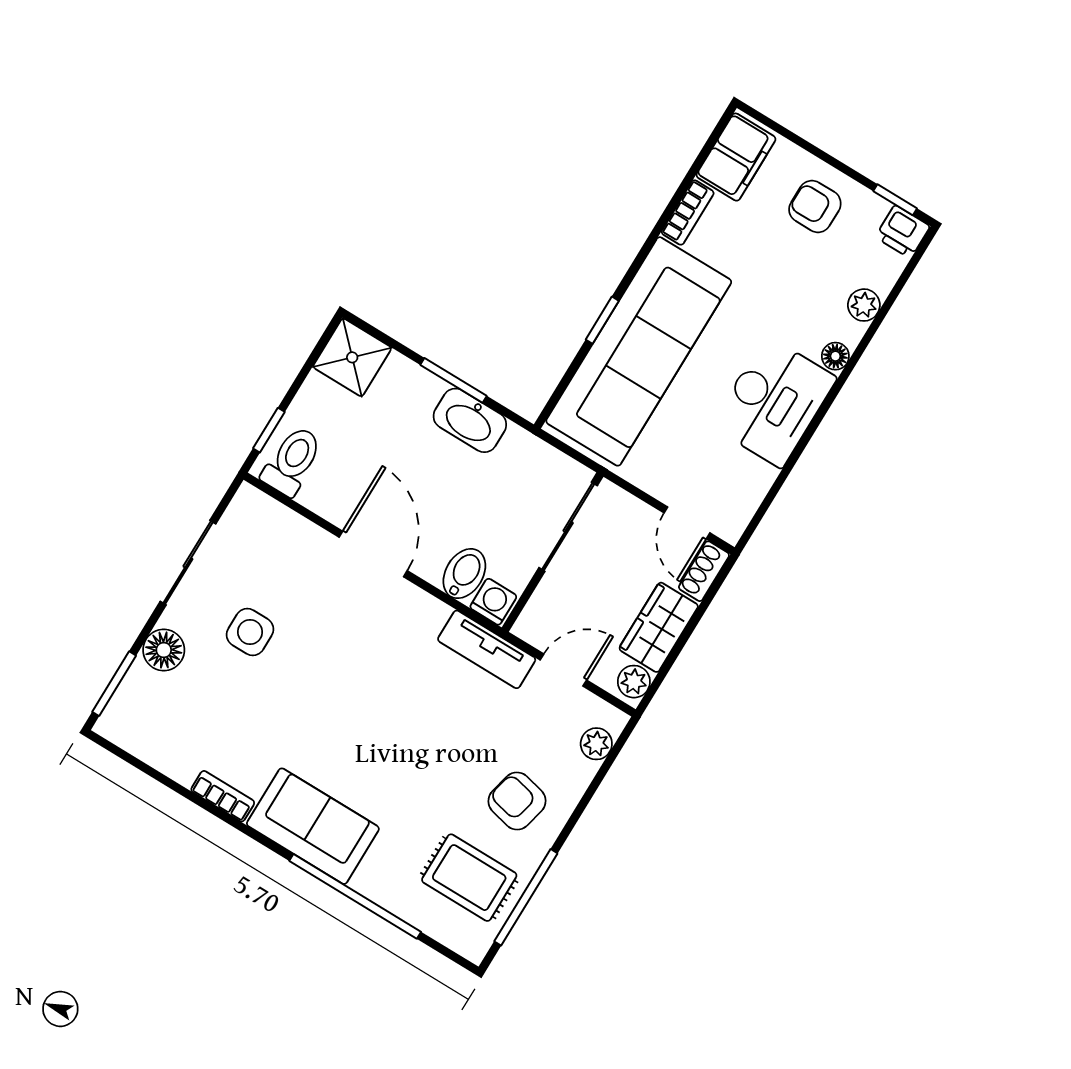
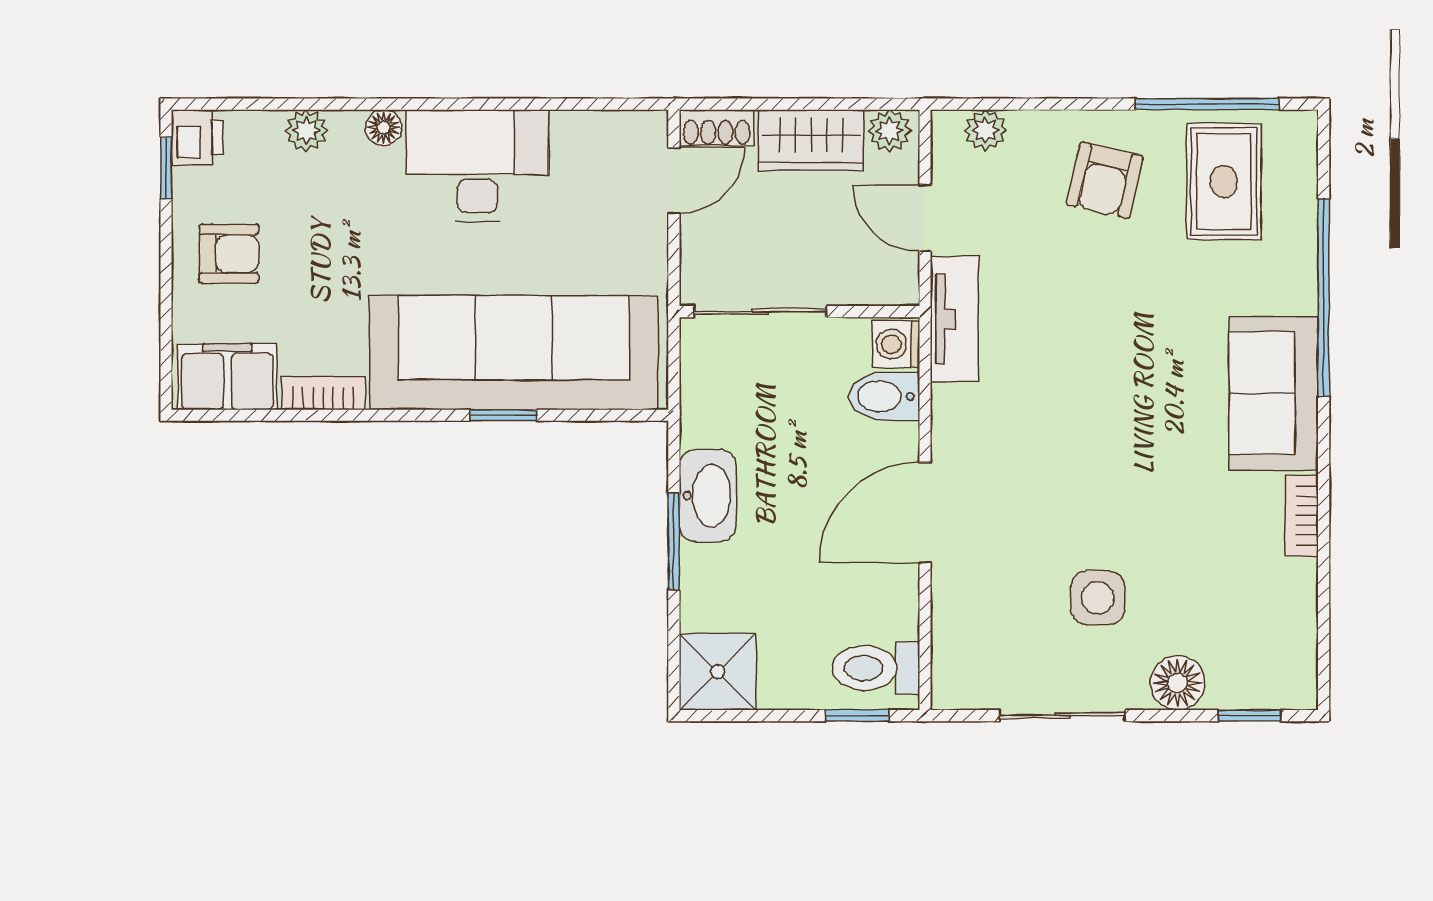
armchair: (815, 206) -> (229, 254), turned -90
window: (114, 684) -> (1250, 716), width x0.67

